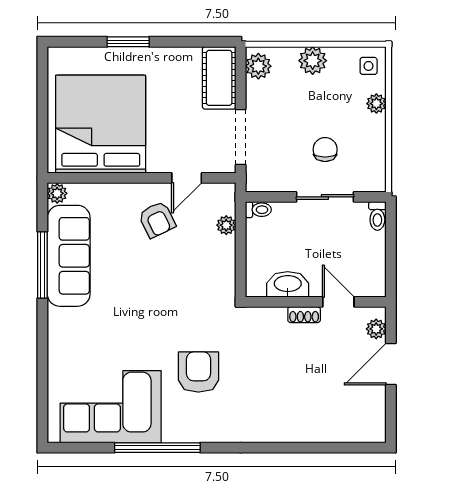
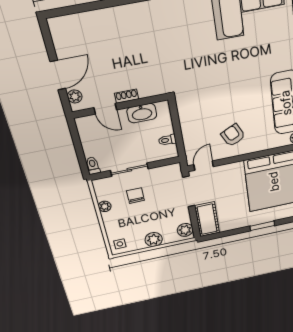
plant: (376, 104) -> (105, 206), moved
chair: (325, 150) -> (135, 196), turned 180
door: (187, 178) -> (204, 166), moved
toilet: (258, 210) -> (167, 140), moved
plant: (226, 225) -> (189, 141), removed
armchair: (198, 372) -> (192, 44), removed

